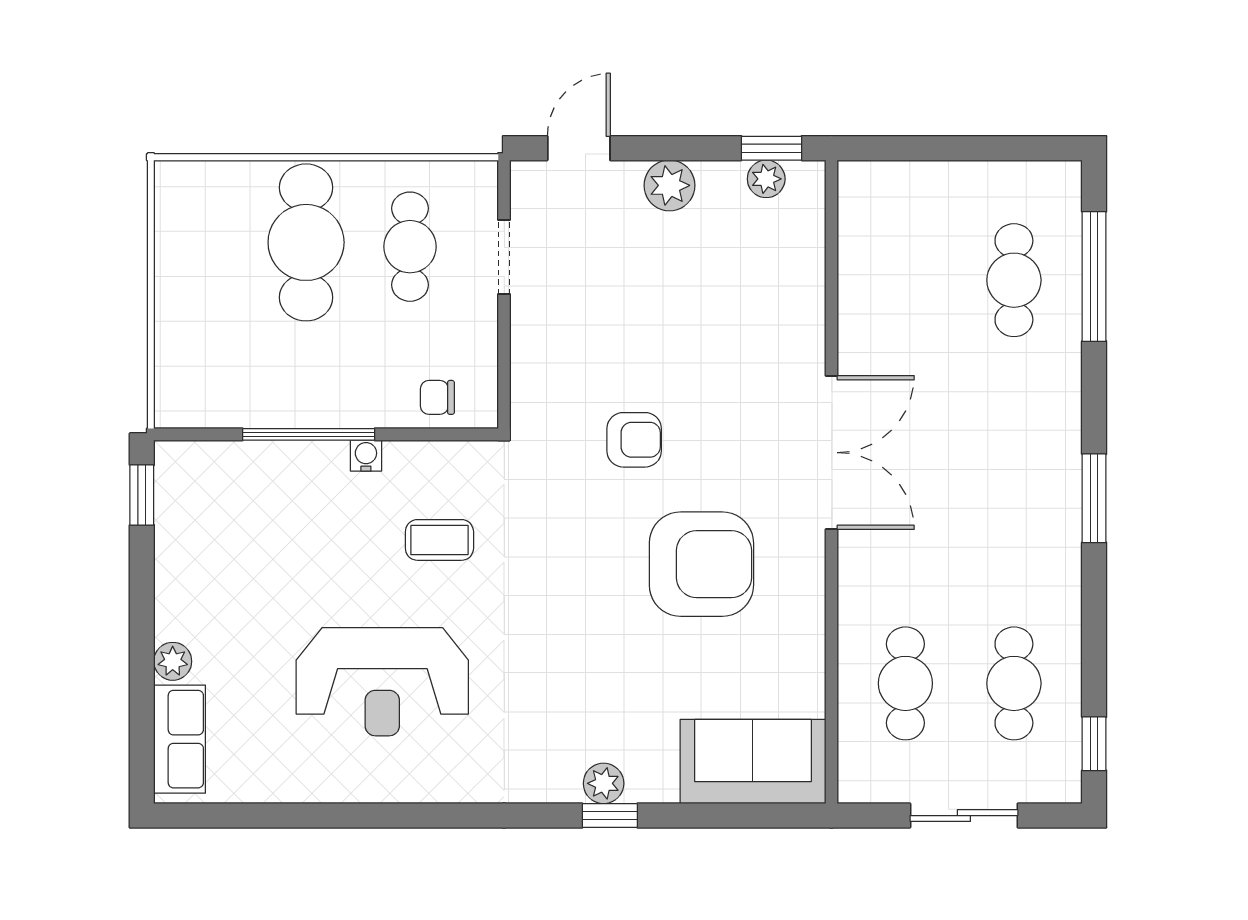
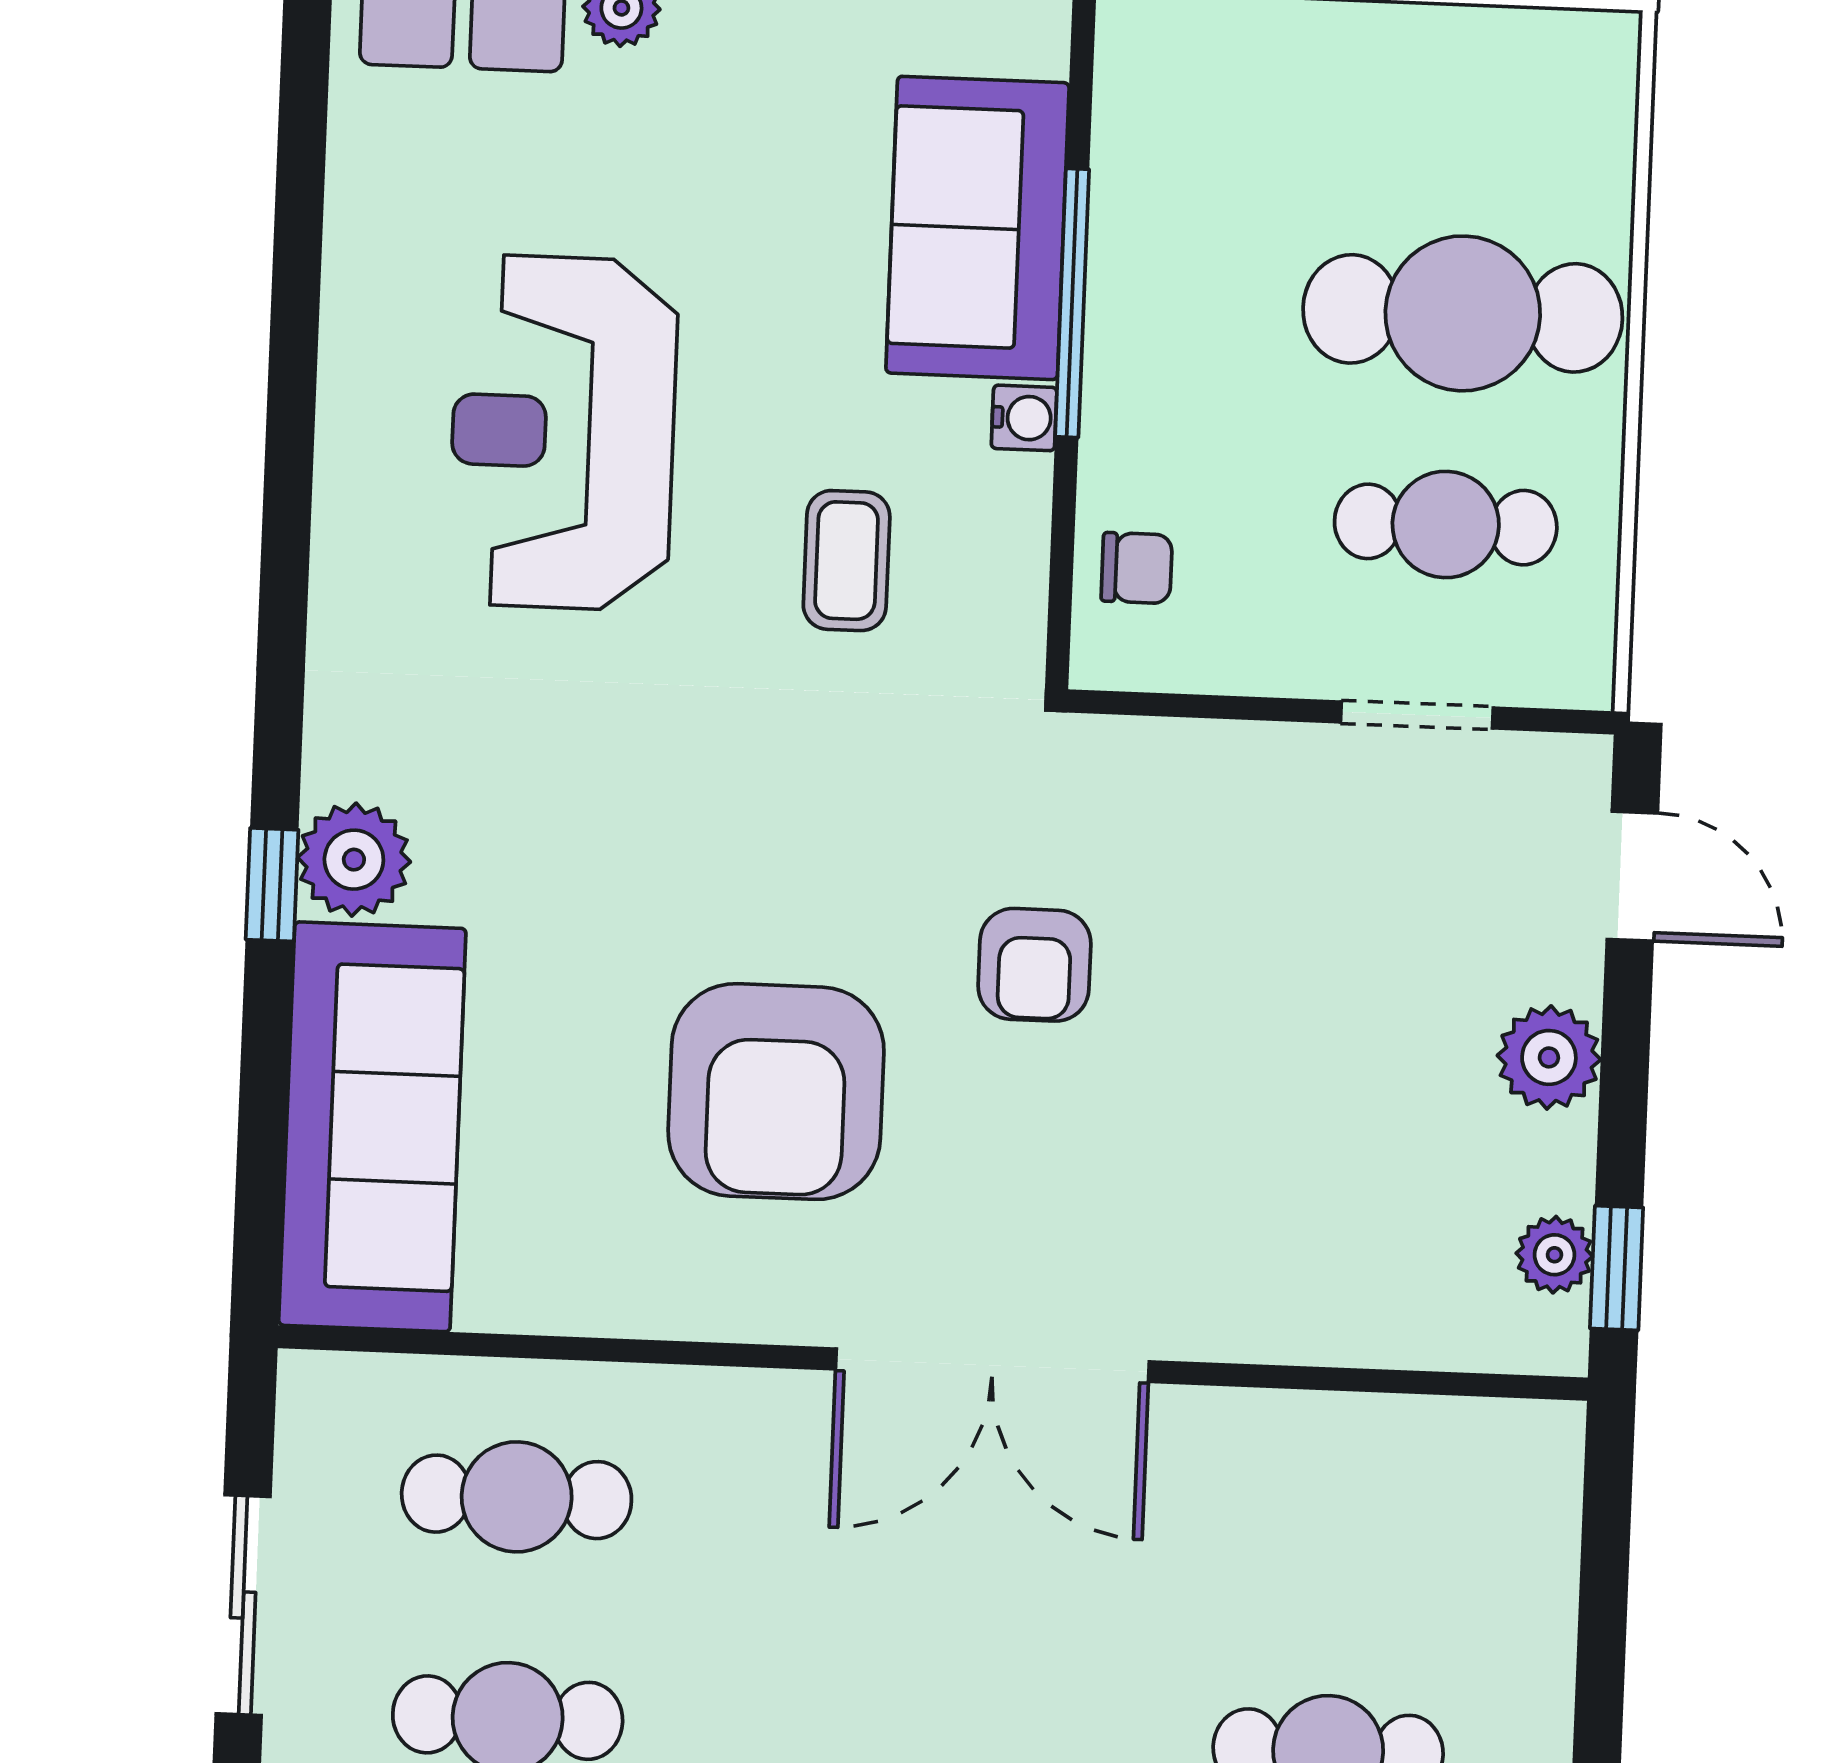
chair: (437, 397) -> (1137, 568), turned 90
sofa: (274, 482) -> (978, 228), added
sofa: (753, 762) -> (372, 1127), width x1.36
plant: (604, 783) -> (354, 860), width x1.38, depth x1.38

